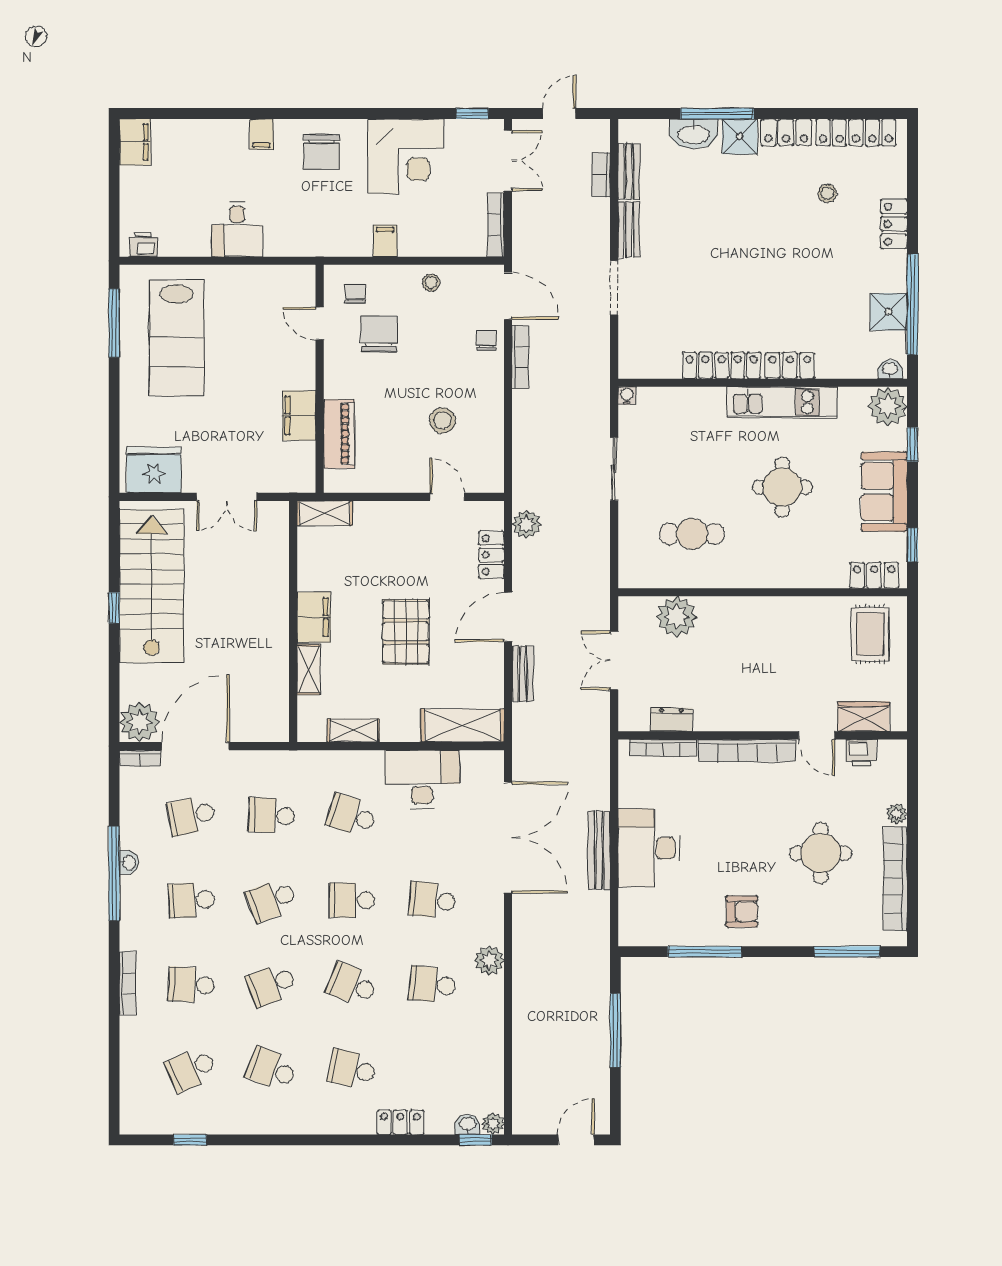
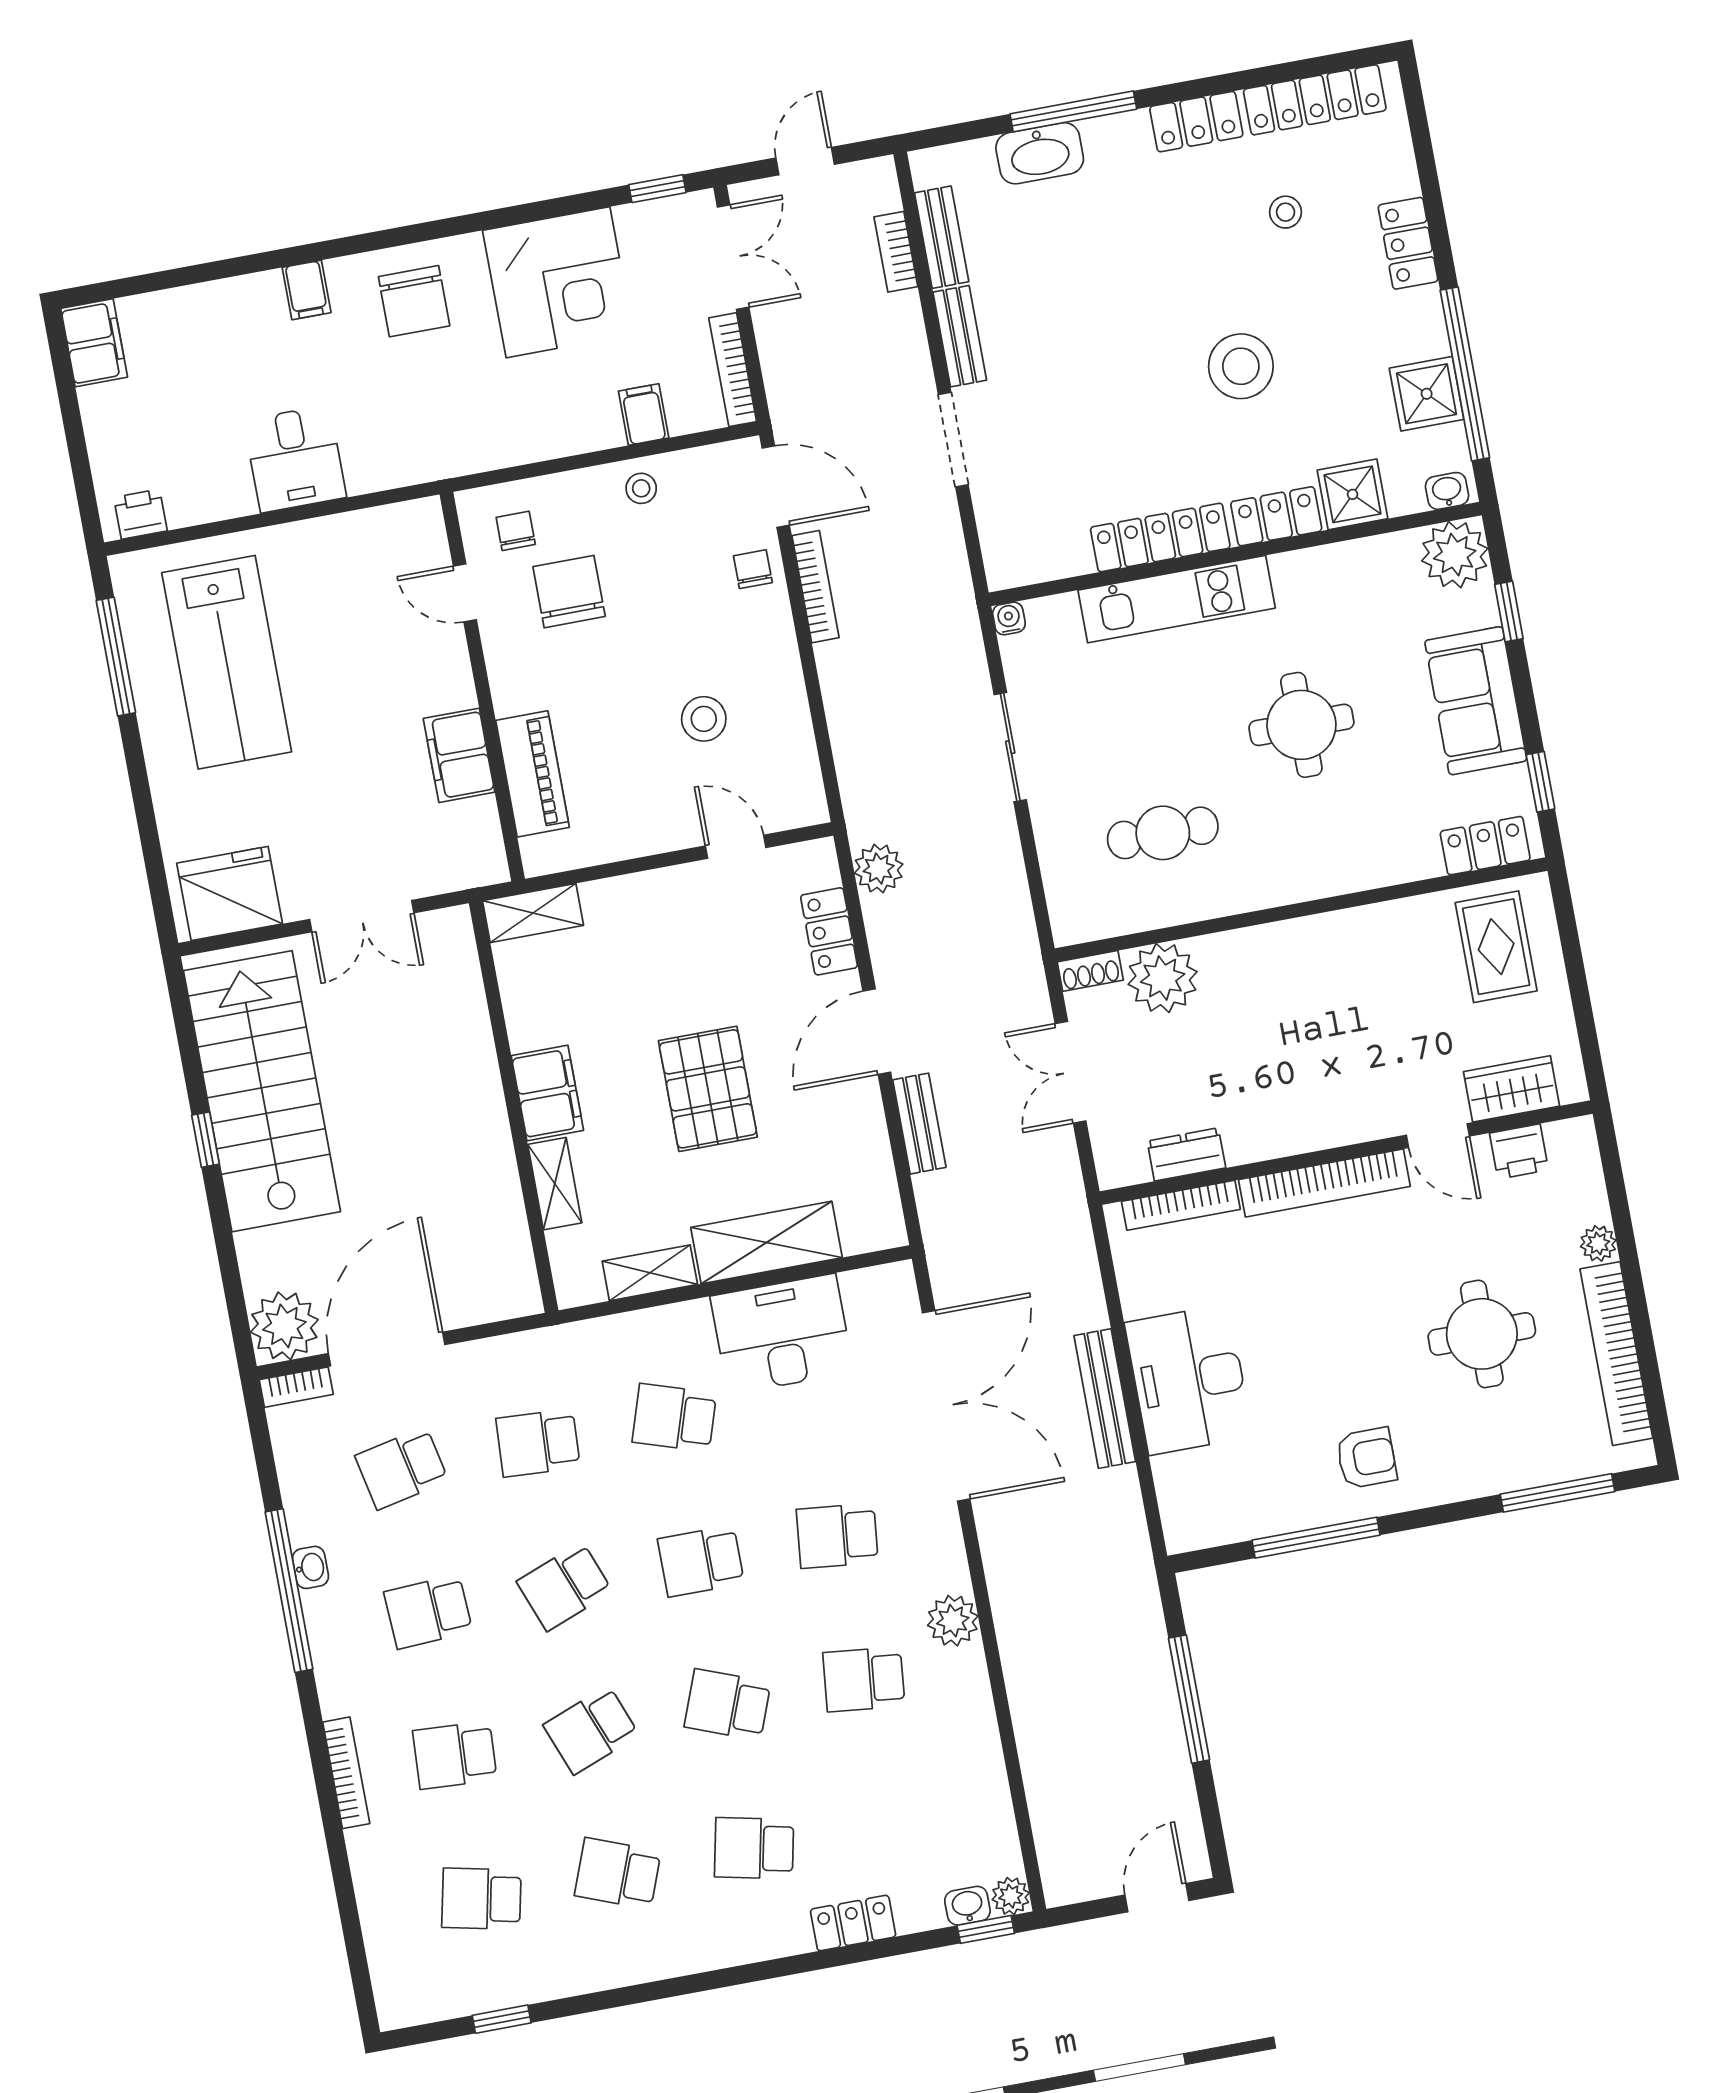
shower: (740, 136) -> (1353, 494), moved
filing cabinet: (385, 241) -> (644, 414), moved
stool: (786, 276) -> (1241, 366), added
kitchen unit: (782, 402) -> (1177, 599), moved
shoe rack: (636, 605) -> (1090, 971), added
shelving: (462, 725) -> (766, 1243), moved
school desk: (191, 1069) -> (481, 1899), turned 36

